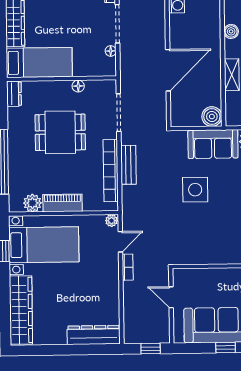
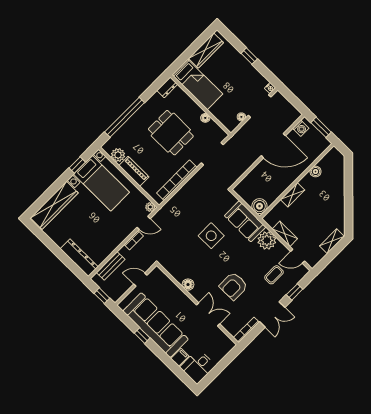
door: (168, 70) -> (273, 146), moved
bench: (128, 165) -> (111, 266), moved
floor lamp: (220, 257) -> (188, 285), added
door: (171, 297) -> (140, 280), hinge flipped

